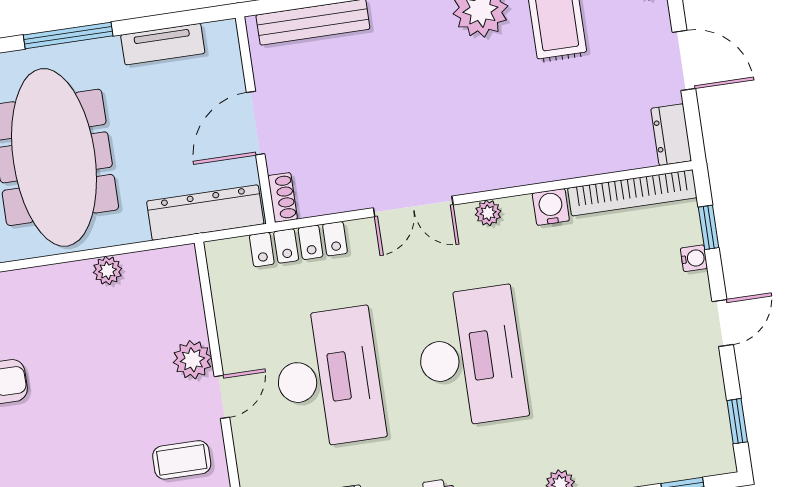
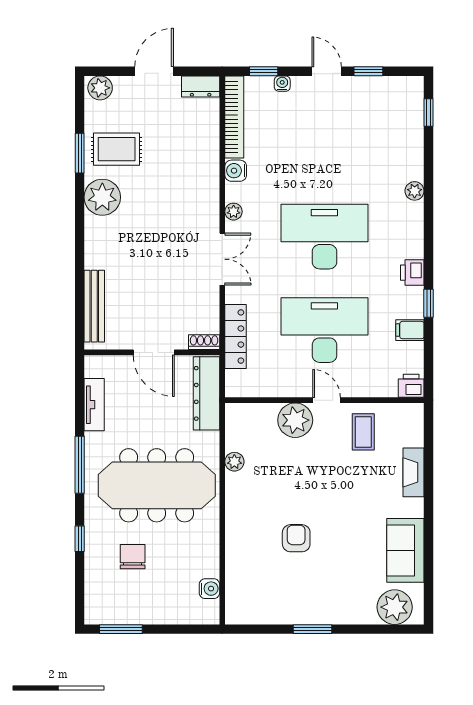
plant: (192, 360) -> (295, 420), width x1.36, depth x1.36
window: (737, 421) -> (368, 71), moved

